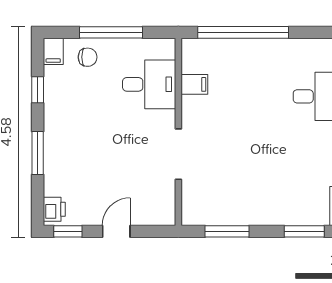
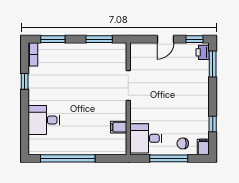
window: (243, 32) -> (68, 158), moved
desk: (149, 84) -> (146, 138), moved
window: (38, 153) -> (213, 64), moved

